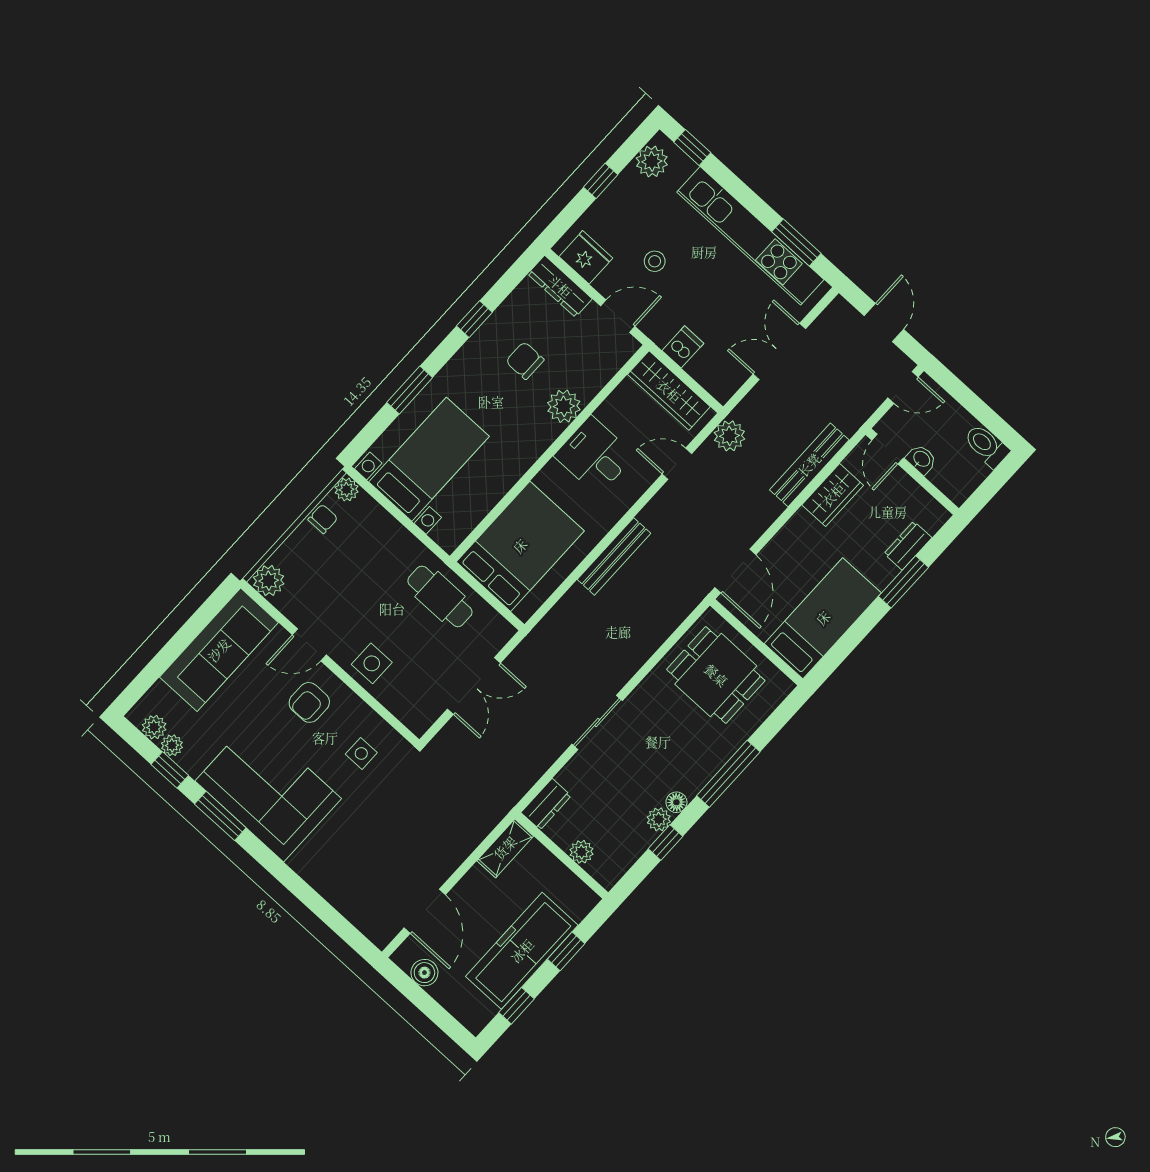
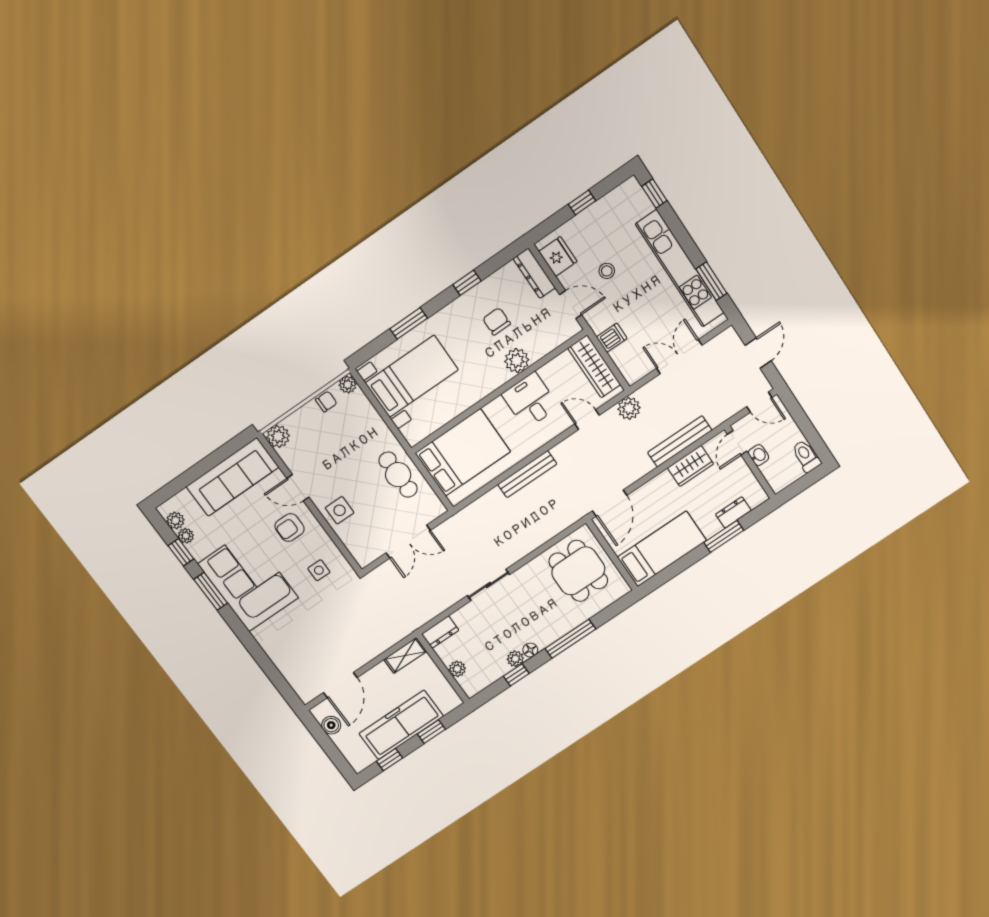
plant: (652, 161) -> (623, 197), removed

